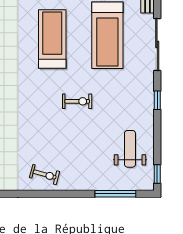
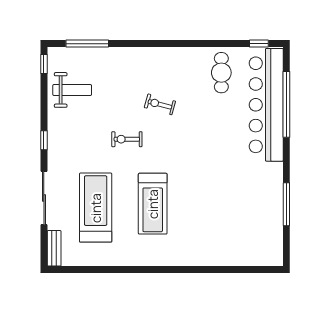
weight bench: (130, 149) -> (72, 90), turned -90
exercise bike: (45, 175) -> (160, 104), moved

